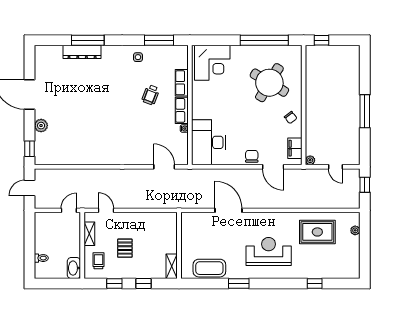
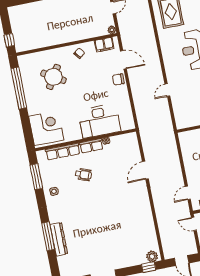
row of seats: (182, 83) -> (63, 152), width x1.48
round table: (269, 83) -> (54, 77), width x0.73, depth x0.73
plant: (41, 126) -> (152, 256), moved
desk: (209, 142) -> (99, 121), moved
door: (164, 167) -> (145, 170), moved
door: (273, 167) -> (123, 60), hinge flipped
door: (228, 210) -> (167, 90), width x0.53

